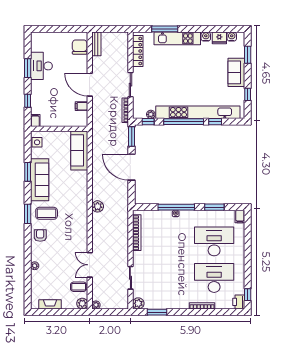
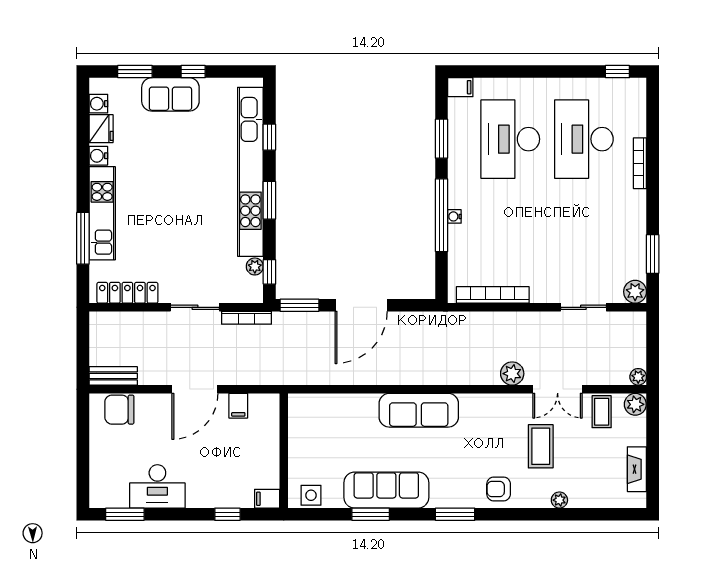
window: (28, 68) -> (125, 514), moved
window: (248, 94) -> (193, 72), moved
window: (184, 122) -> (269, 200), width x0.47
sofa: (79, 150) -> (419, 410), moved
plant: (98, 206) -> (512, 374), moved
coffee table: (47, 213) -> (541, 446), moved
printer: (239, 302) -> (632, 90), removed

